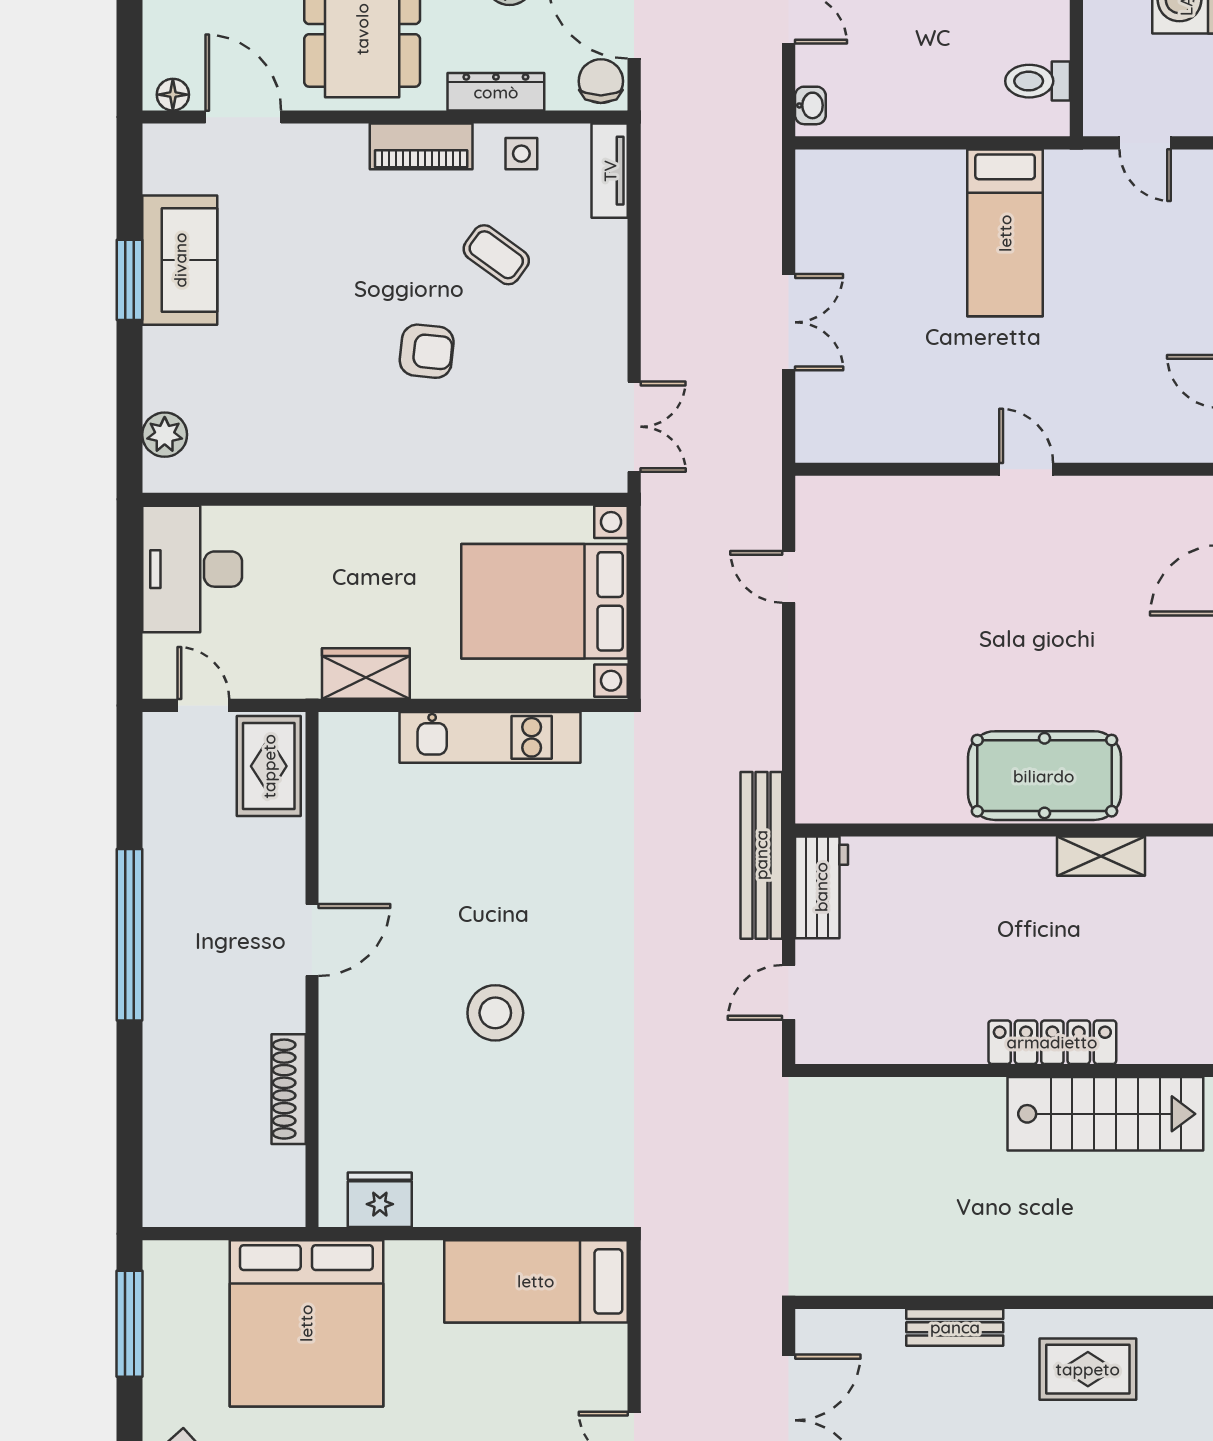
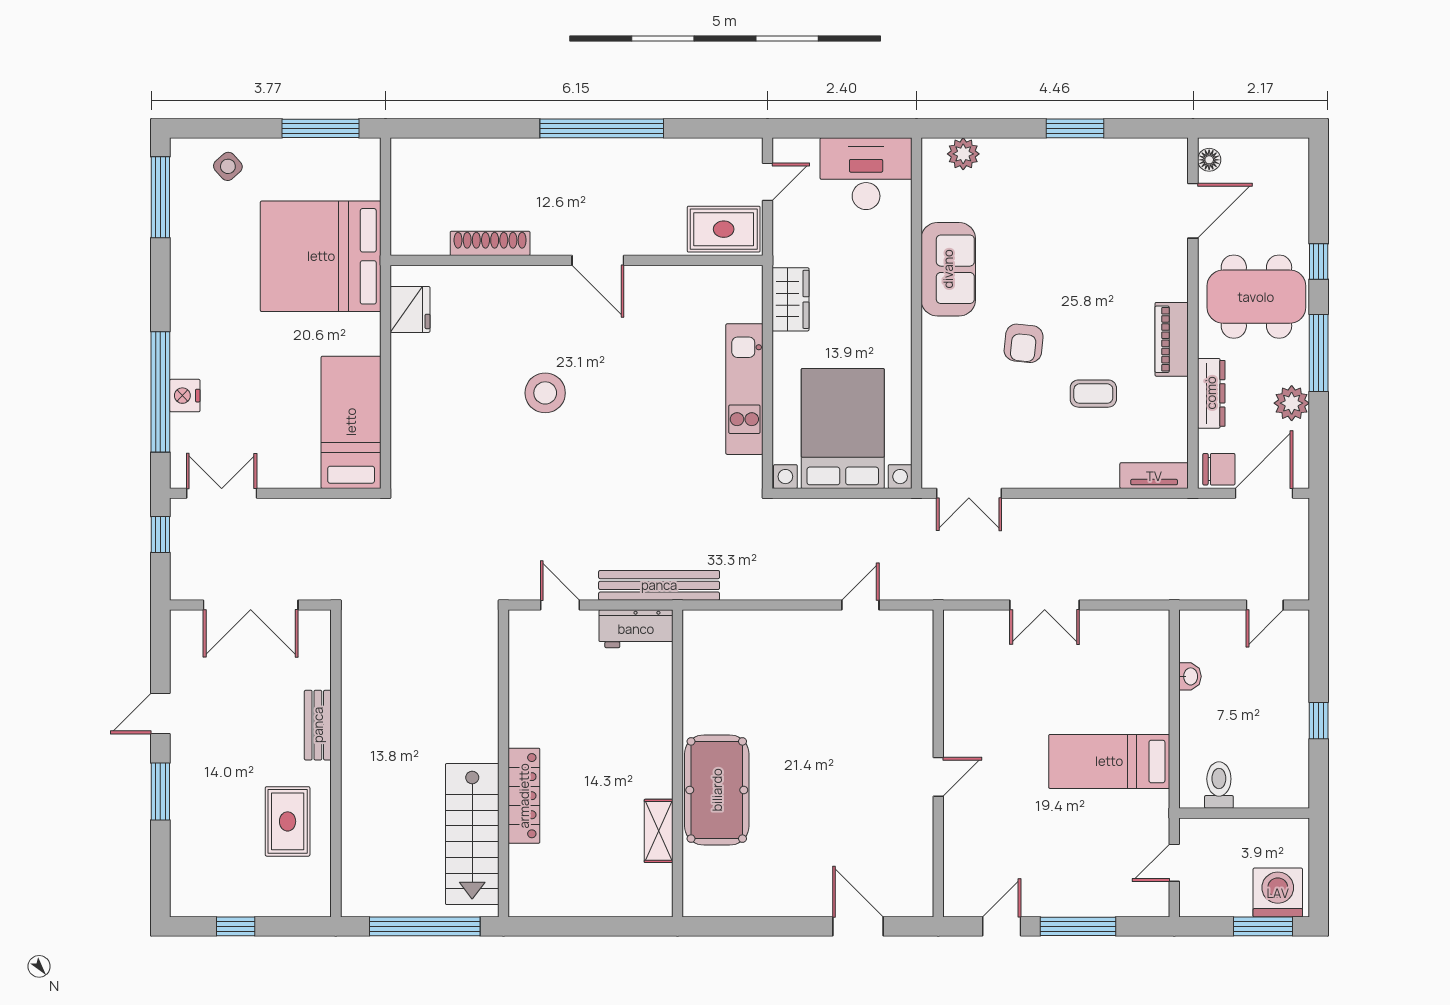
washbasin: (810, 105) -> (1190, 676), moved, turned -90
side table: (521, 154) -> (1166, 412), removed
coffee table: (496, 255) -> (1093, 394), turned 54
sofa: (180, 260) -> (948, 269), moved, turned -90

